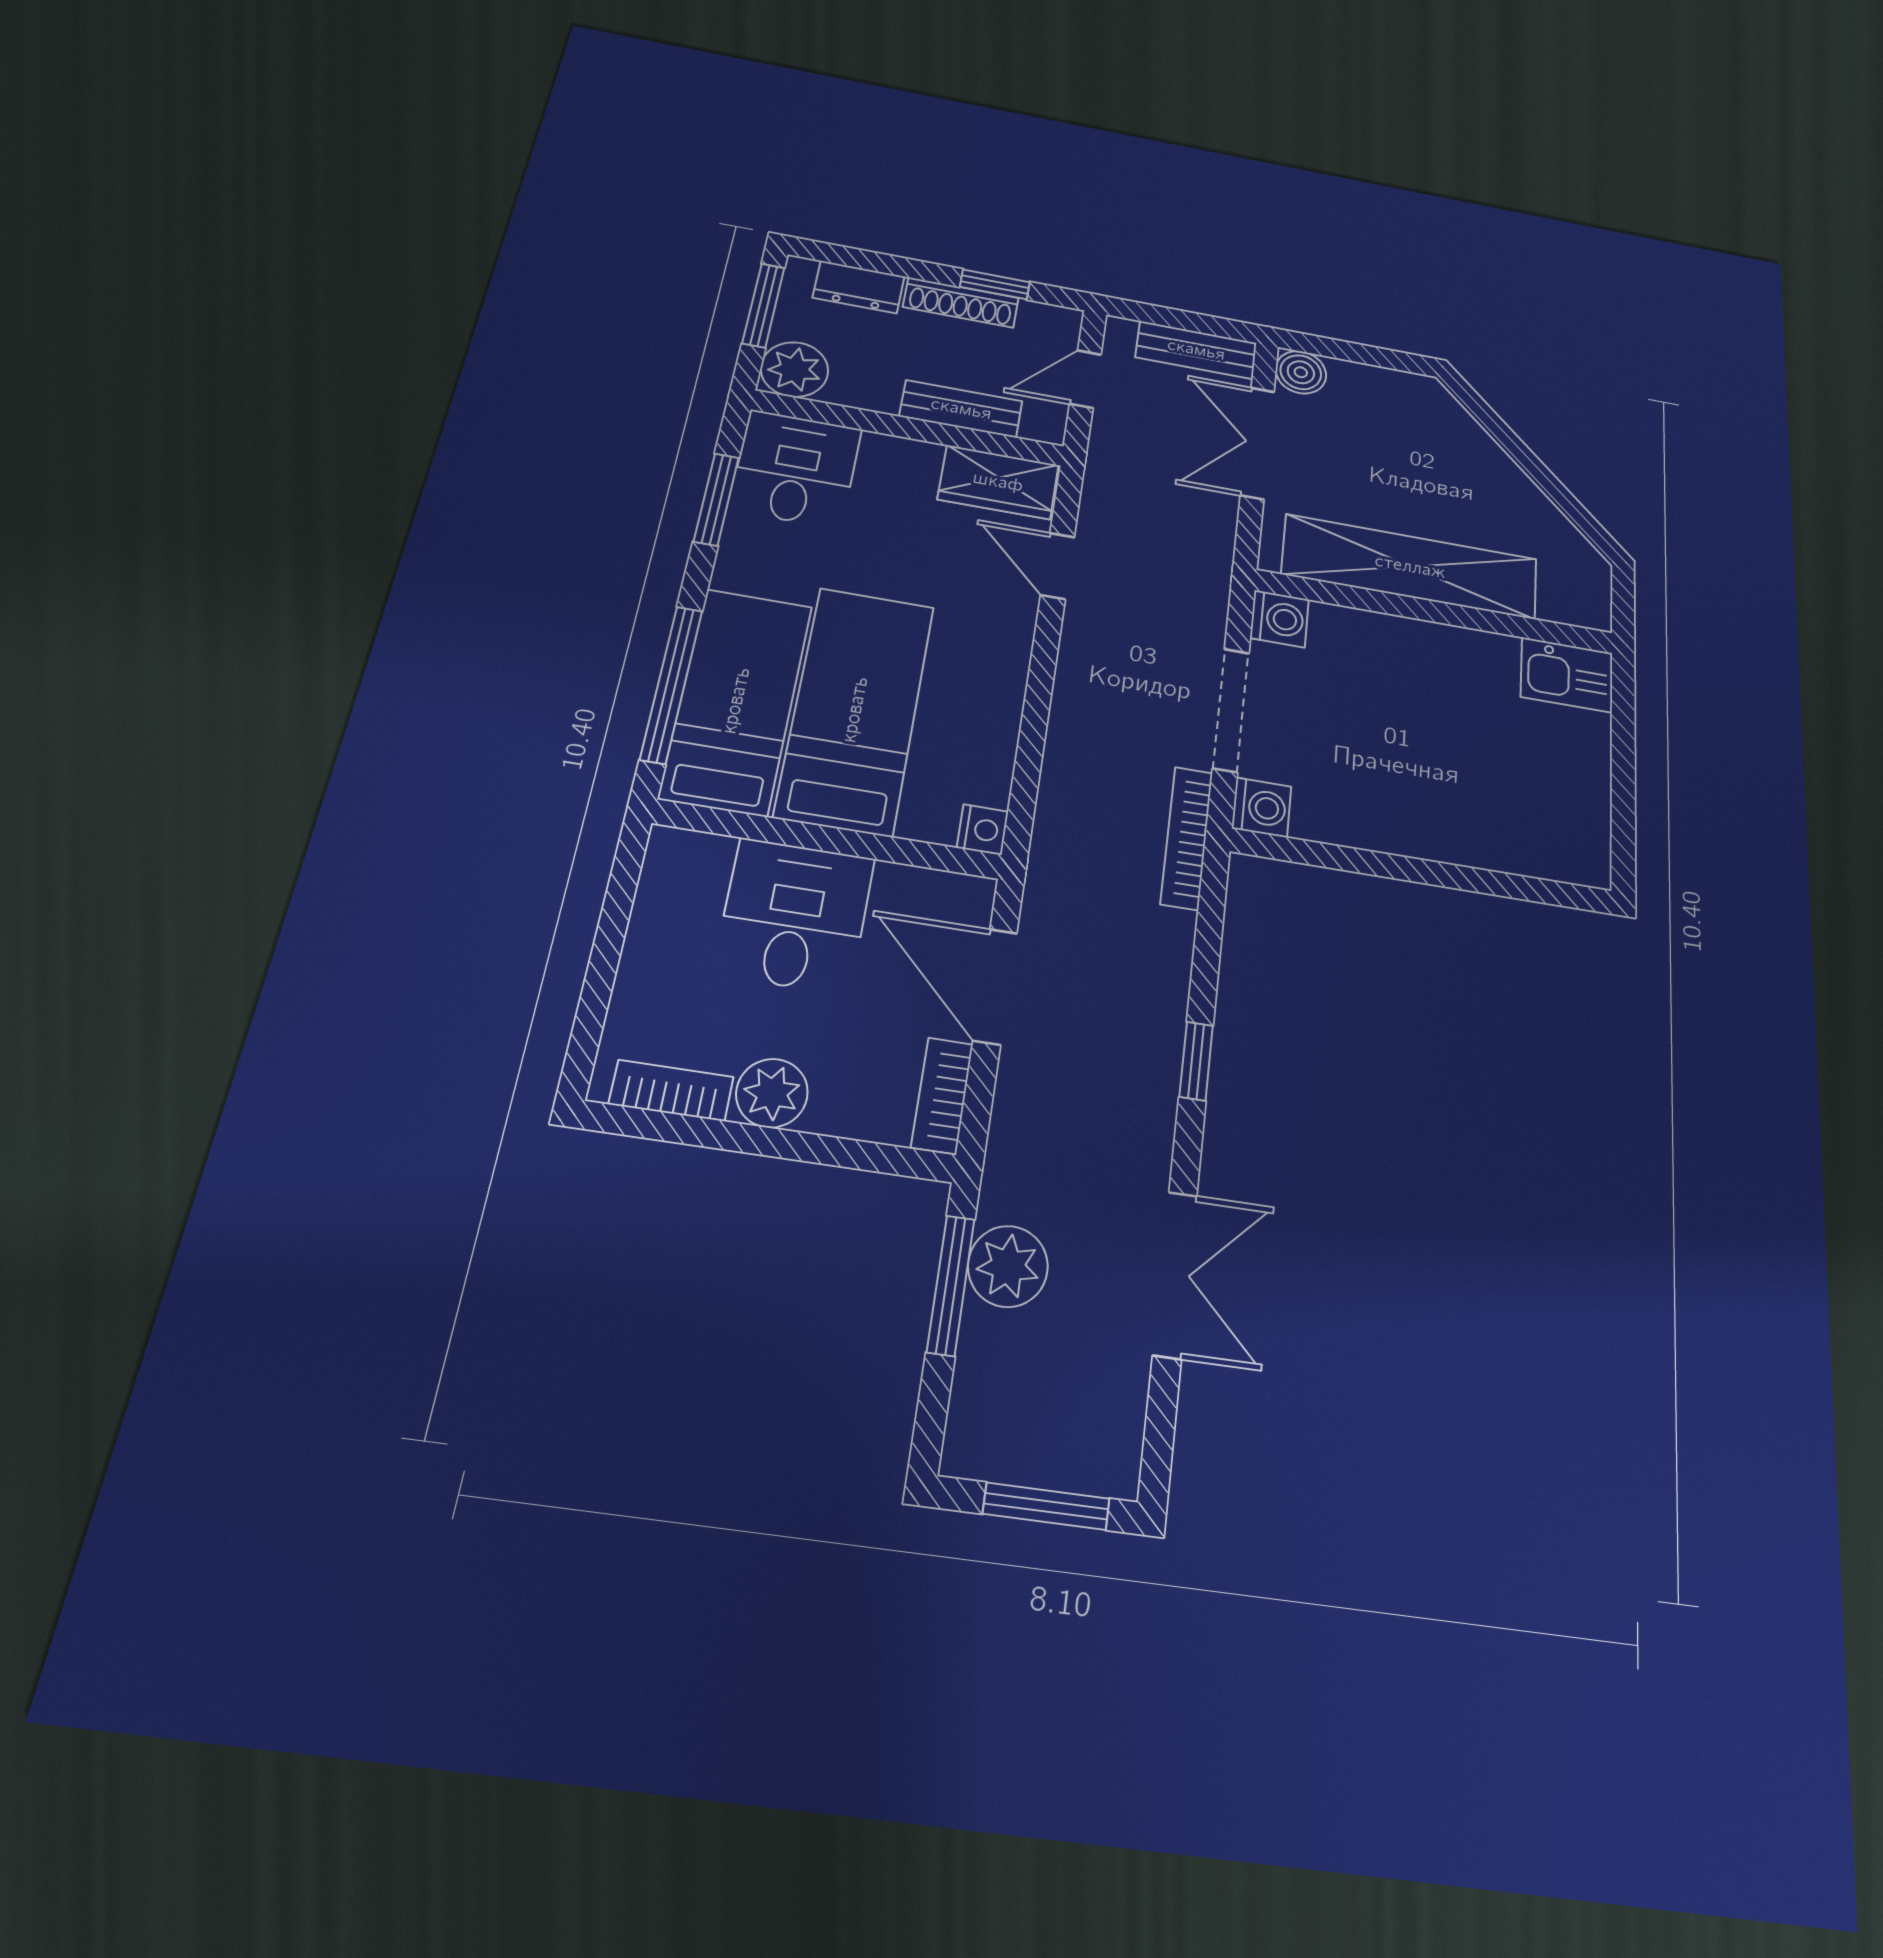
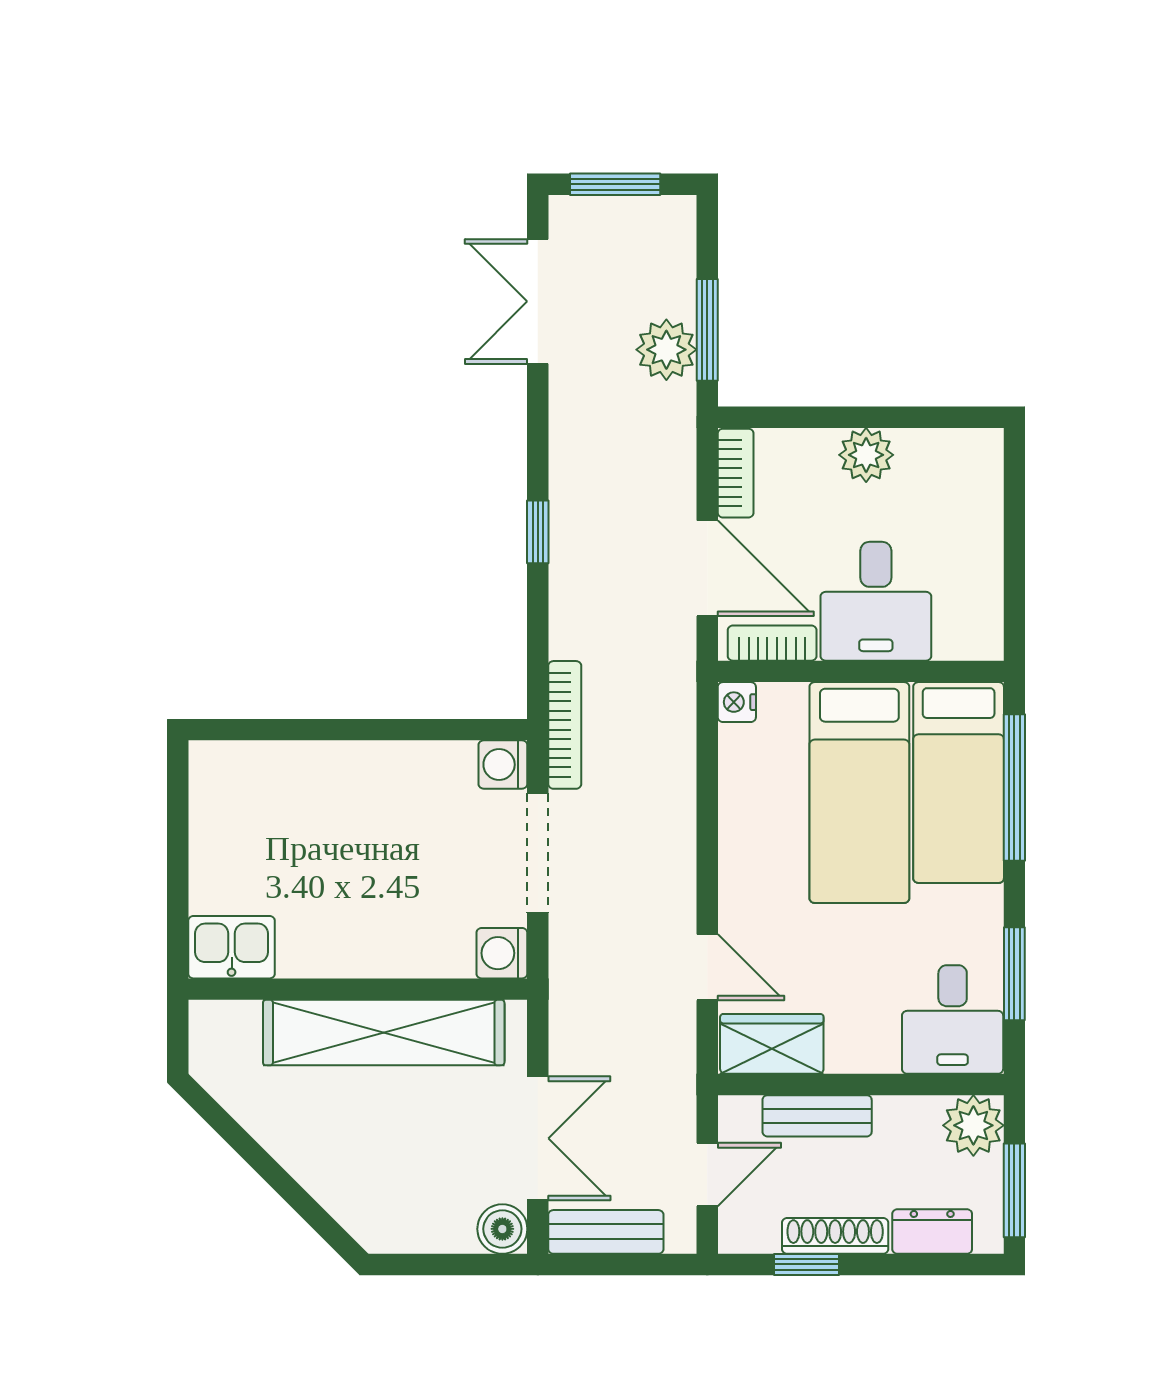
bookcase: (671, 1090) -> (772, 643), moved, turned 180
double door: (1175, 1274) -> (538, 301), moved

